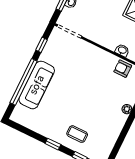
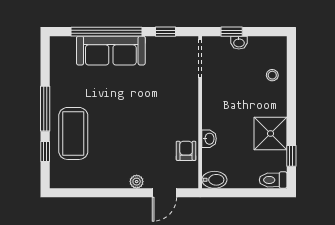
coffee table: (77, 134) -> (73, 133), width x1.86, depth x1.72
window: (53, 144) -> (45, 109), width x2.17

